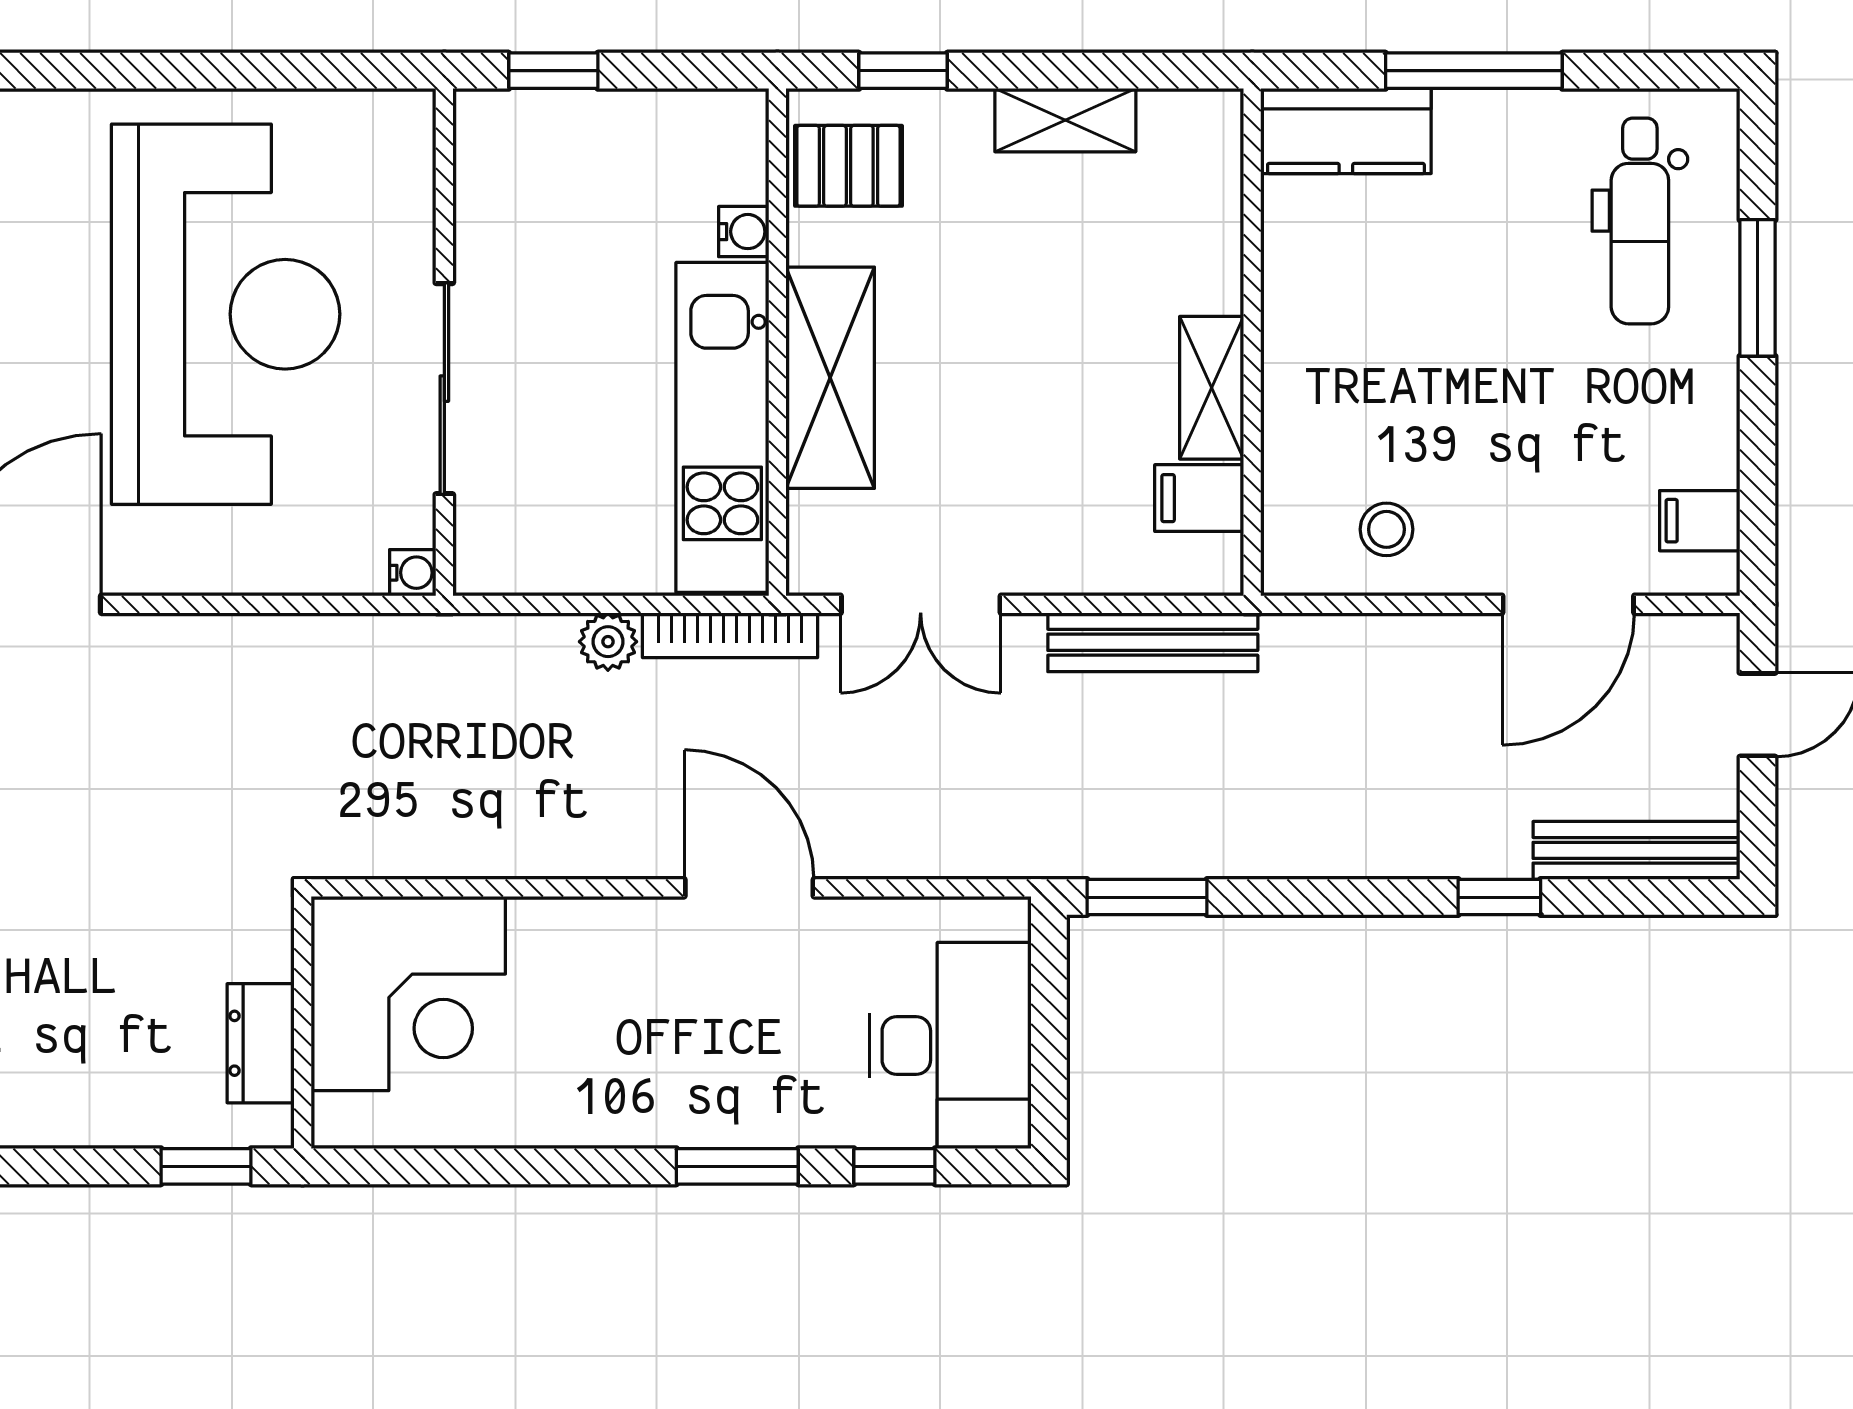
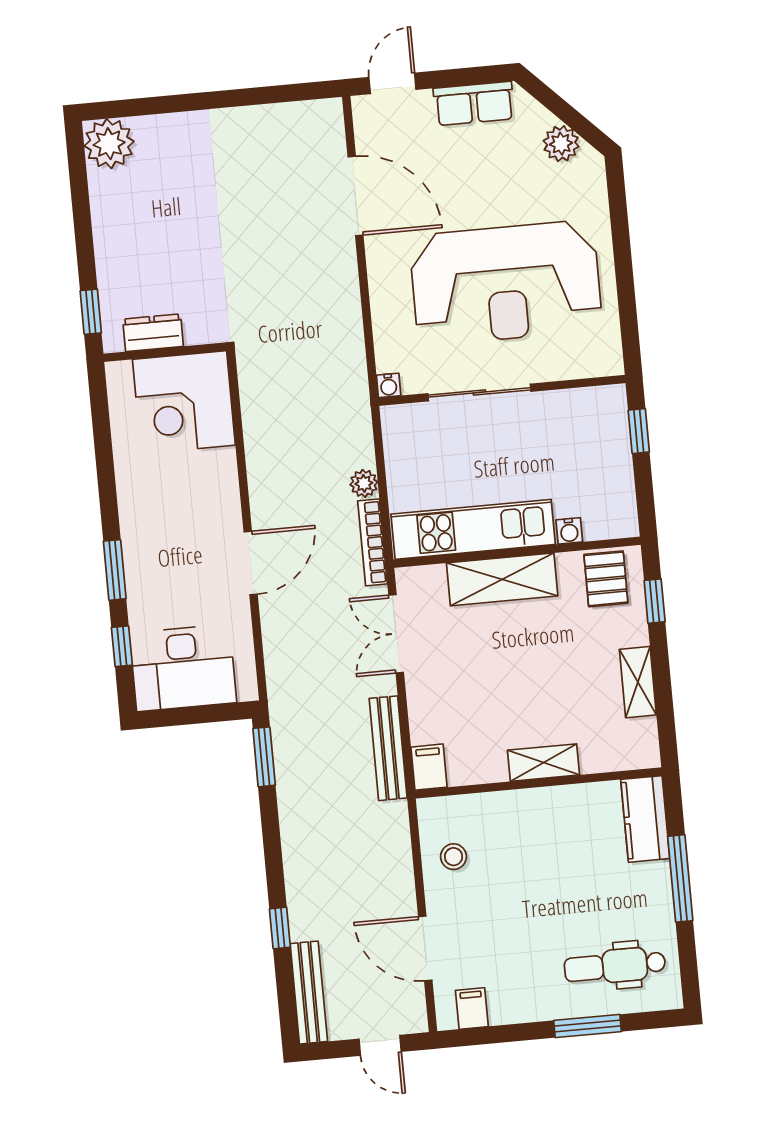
shelving: (1212, 388) -> (543, 763), moved
filing cabinet: (1199, 498) -> (429, 767), moved

